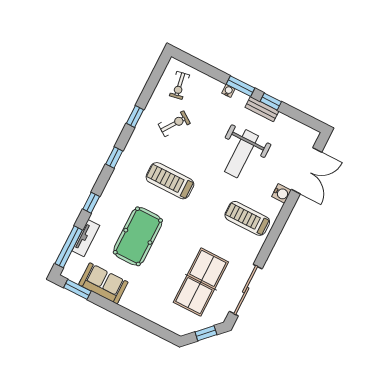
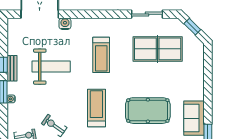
treadmill: (170, 181) -> (96, 108), turned 180
treadmill: (247, 218) -> (101, 55), moved
sliding door: (246, 290) -> (147, 14), width x0.73

